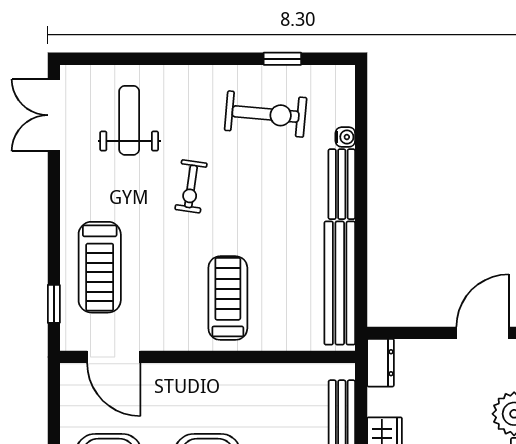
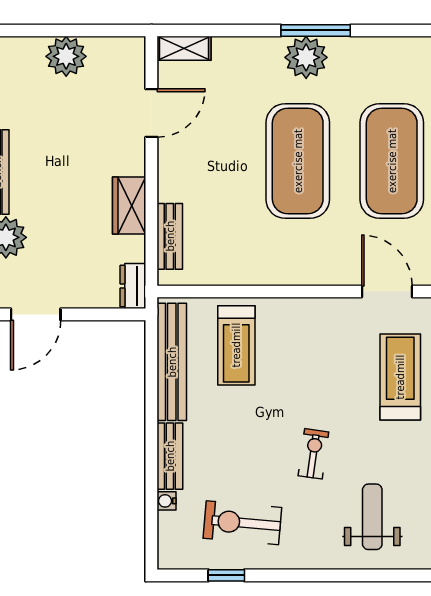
weight bench: (129, 120) -> (372, 517), turned 180
treadmill: (228, 298) -> (236, 345), moved

